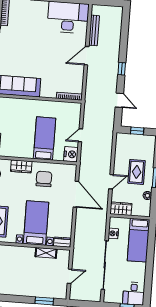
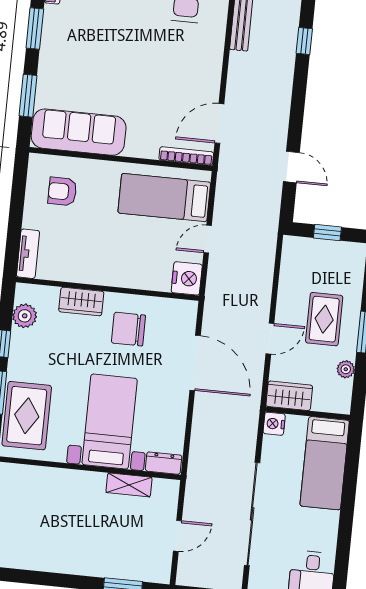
door: (87, 56) -> (219, 123), moved
window: (122, 69) -> (304, 41), moved
armchair: (11, 114) -> (62, 191), added
bed: (45, 138) -> (164, 198), moved, turned -90
chair: (44, 179) -> (128, 329), turned -90
nightstand: (113, 233) -> (274, 424), moved

